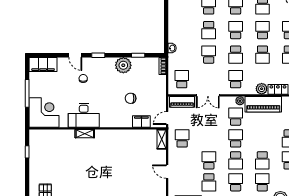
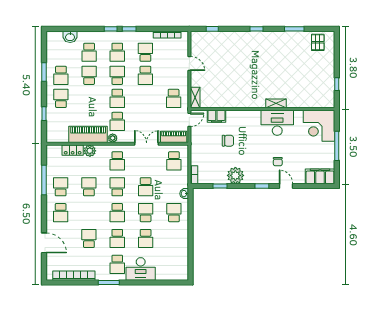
school desk: (262, 30) -> (174, 213), moved, turned 180

